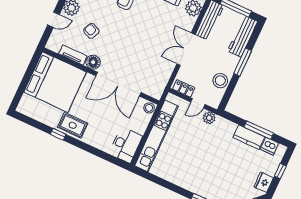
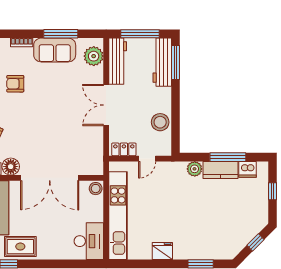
window: (243, 62) -> (175, 62), moved
plant: (209, 118) -> (195, 169), moved
fridge: (264, 182) -> (162, 251), moved, turned 90

